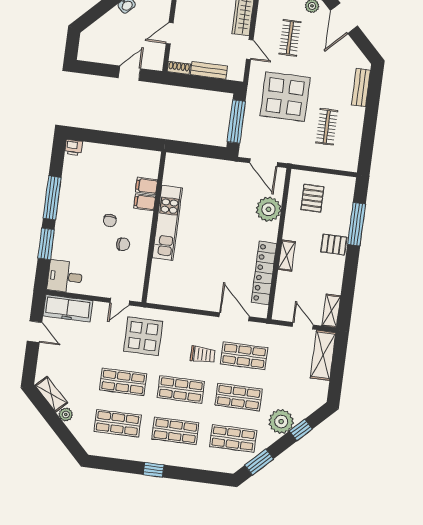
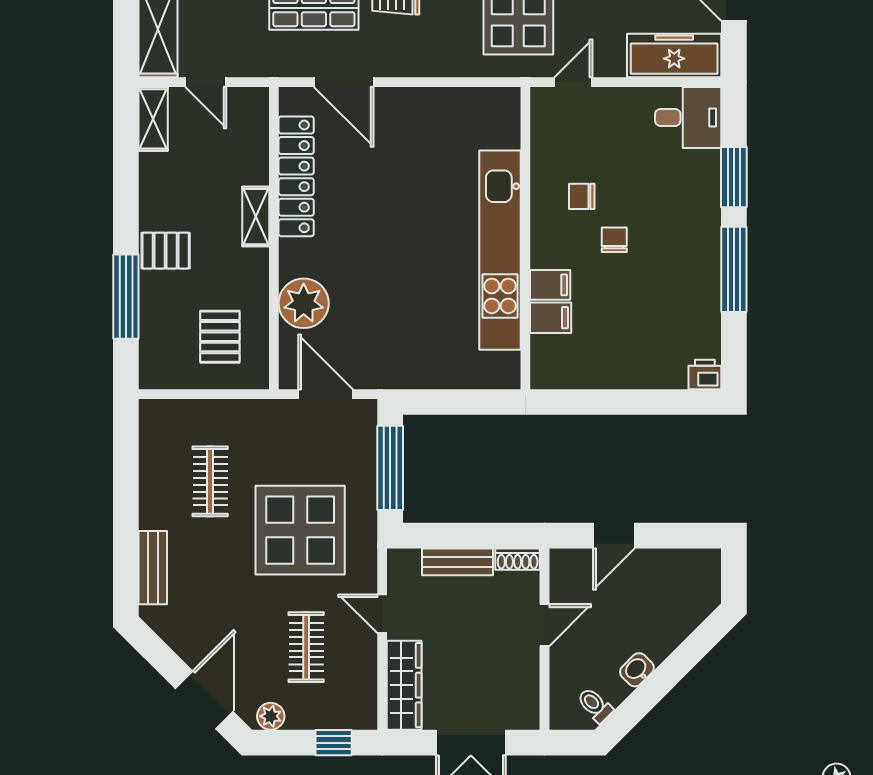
kitchen unit: (167, 223) -> (500, 250), width x1.36

